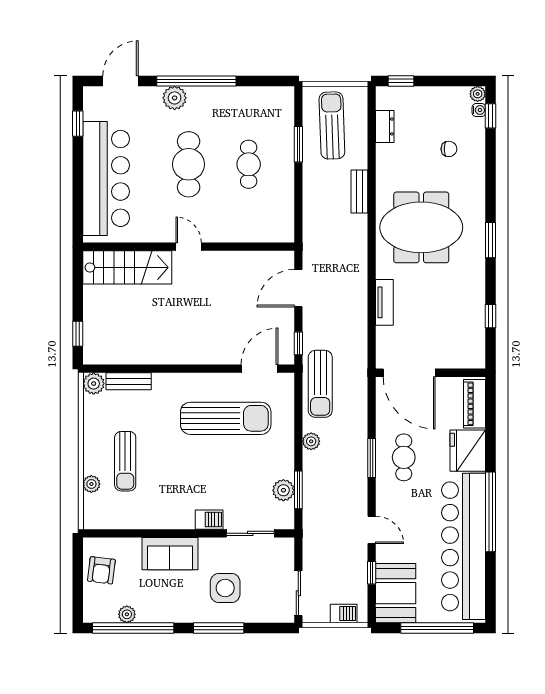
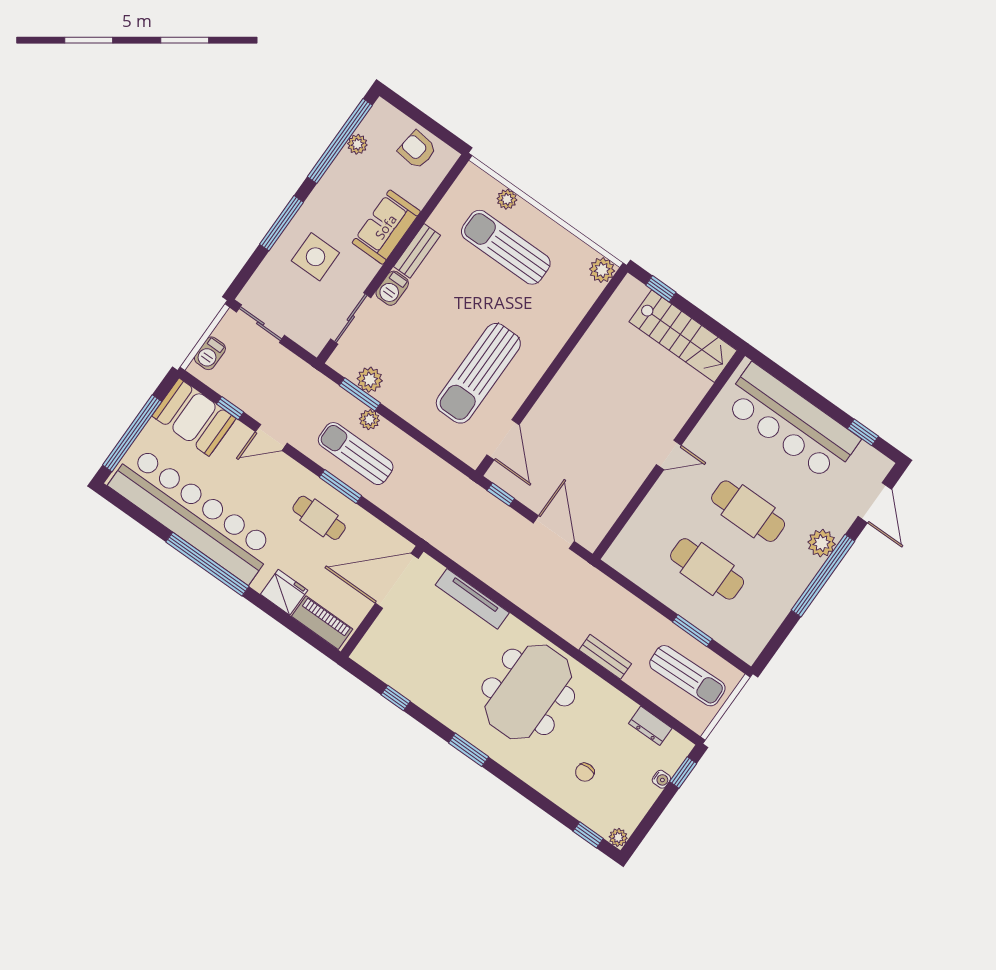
water cooler: (479, 110) -> (661, 779), moved, turned -90
cafe table: (249, 164) -> (707, 569), width x1.37, depth x1.35
stairs: (127, 267) -> (683, 336), moved, turned -90
tv unit: (384, 302) -> (472, 599), width x1.41
bench: (129, 381) -> (417, 251), moved
sun lounger: (320, 384) -> (356, 454), moved
plant: (311, 441) -> (369, 420), moved
fridge: (468, 451) -> (284, 592), width x0.73, depth x0.75
sun lounger: (125, 461) -> (506, 247), width x1.36, depth x1.34

